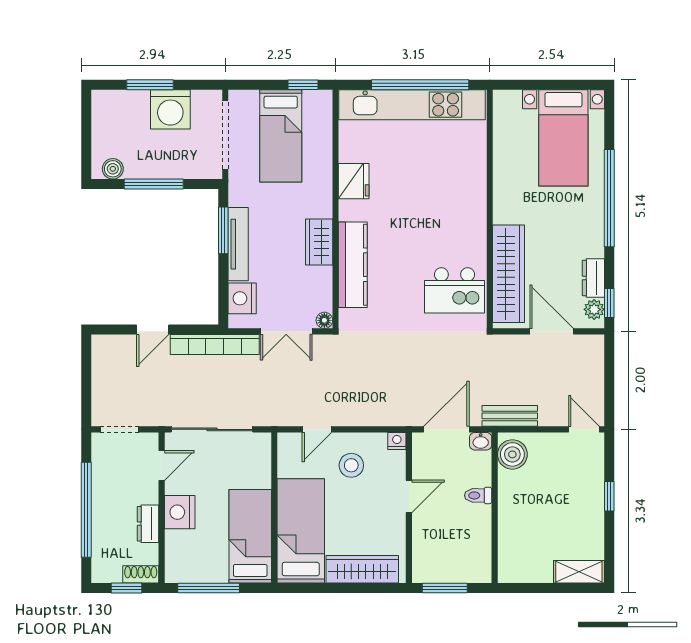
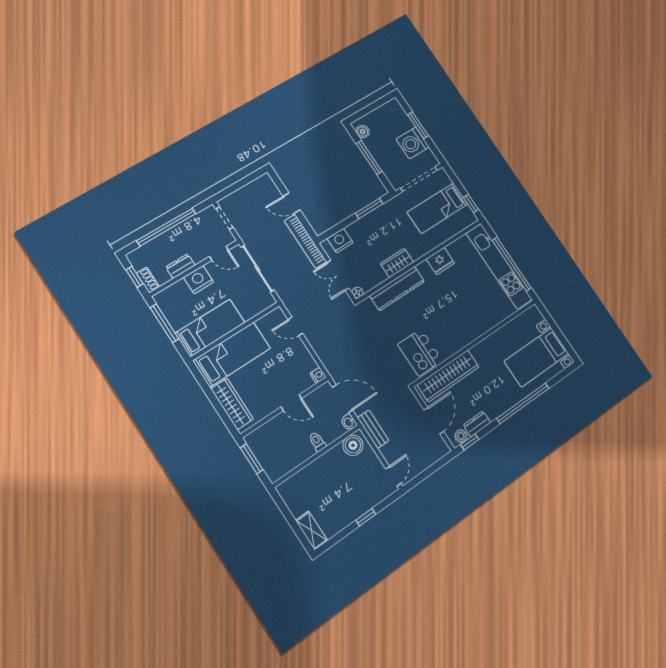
tv unit: (238, 244) -> (367, 221), removed
stool: (351, 465) -> (288, 359), removed

